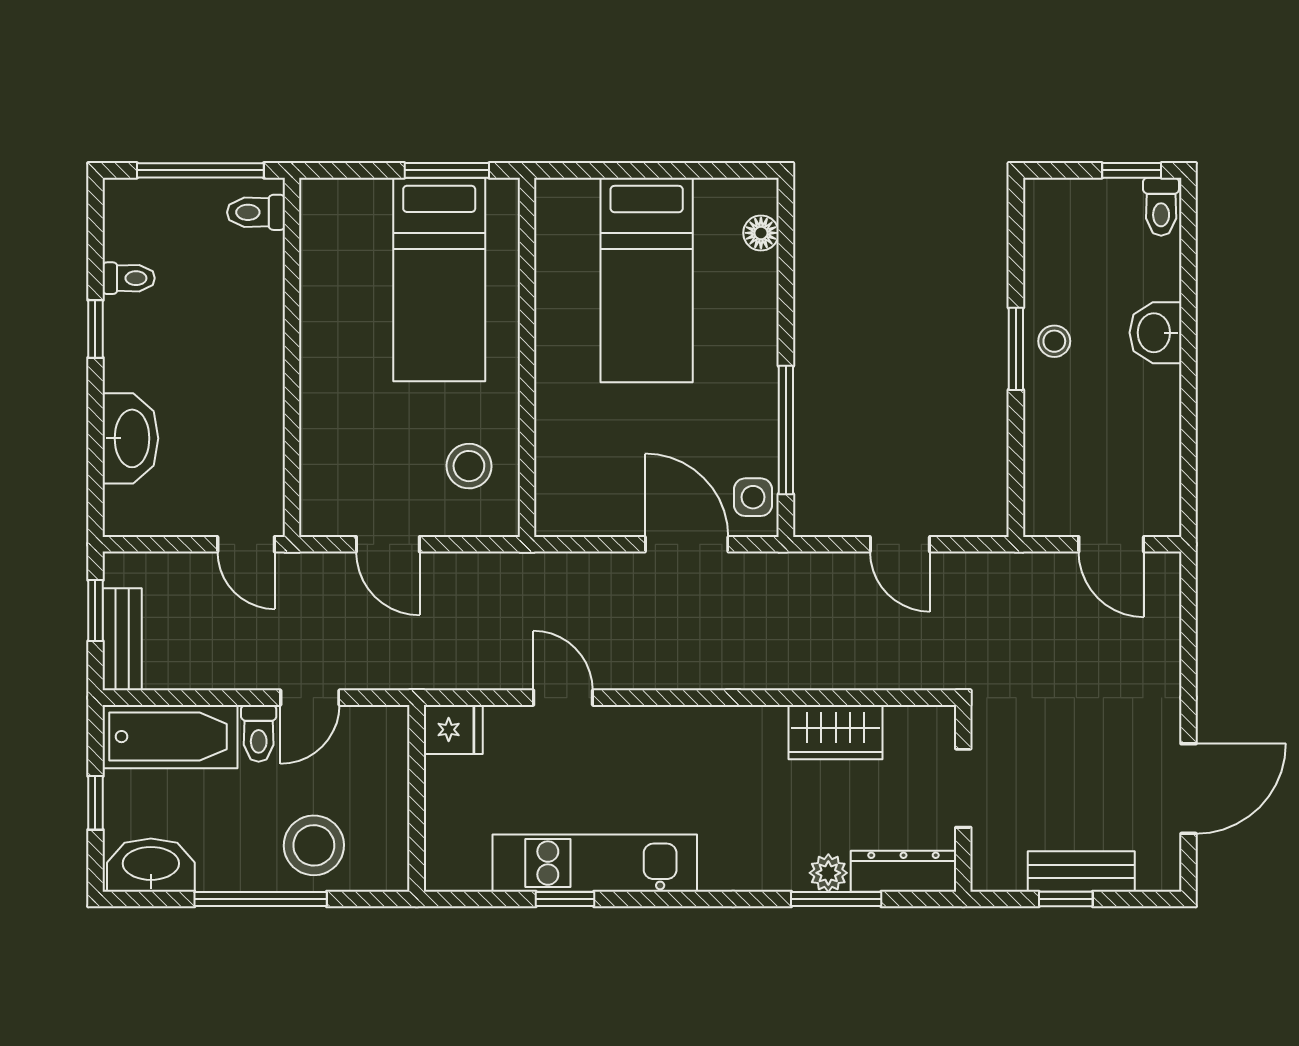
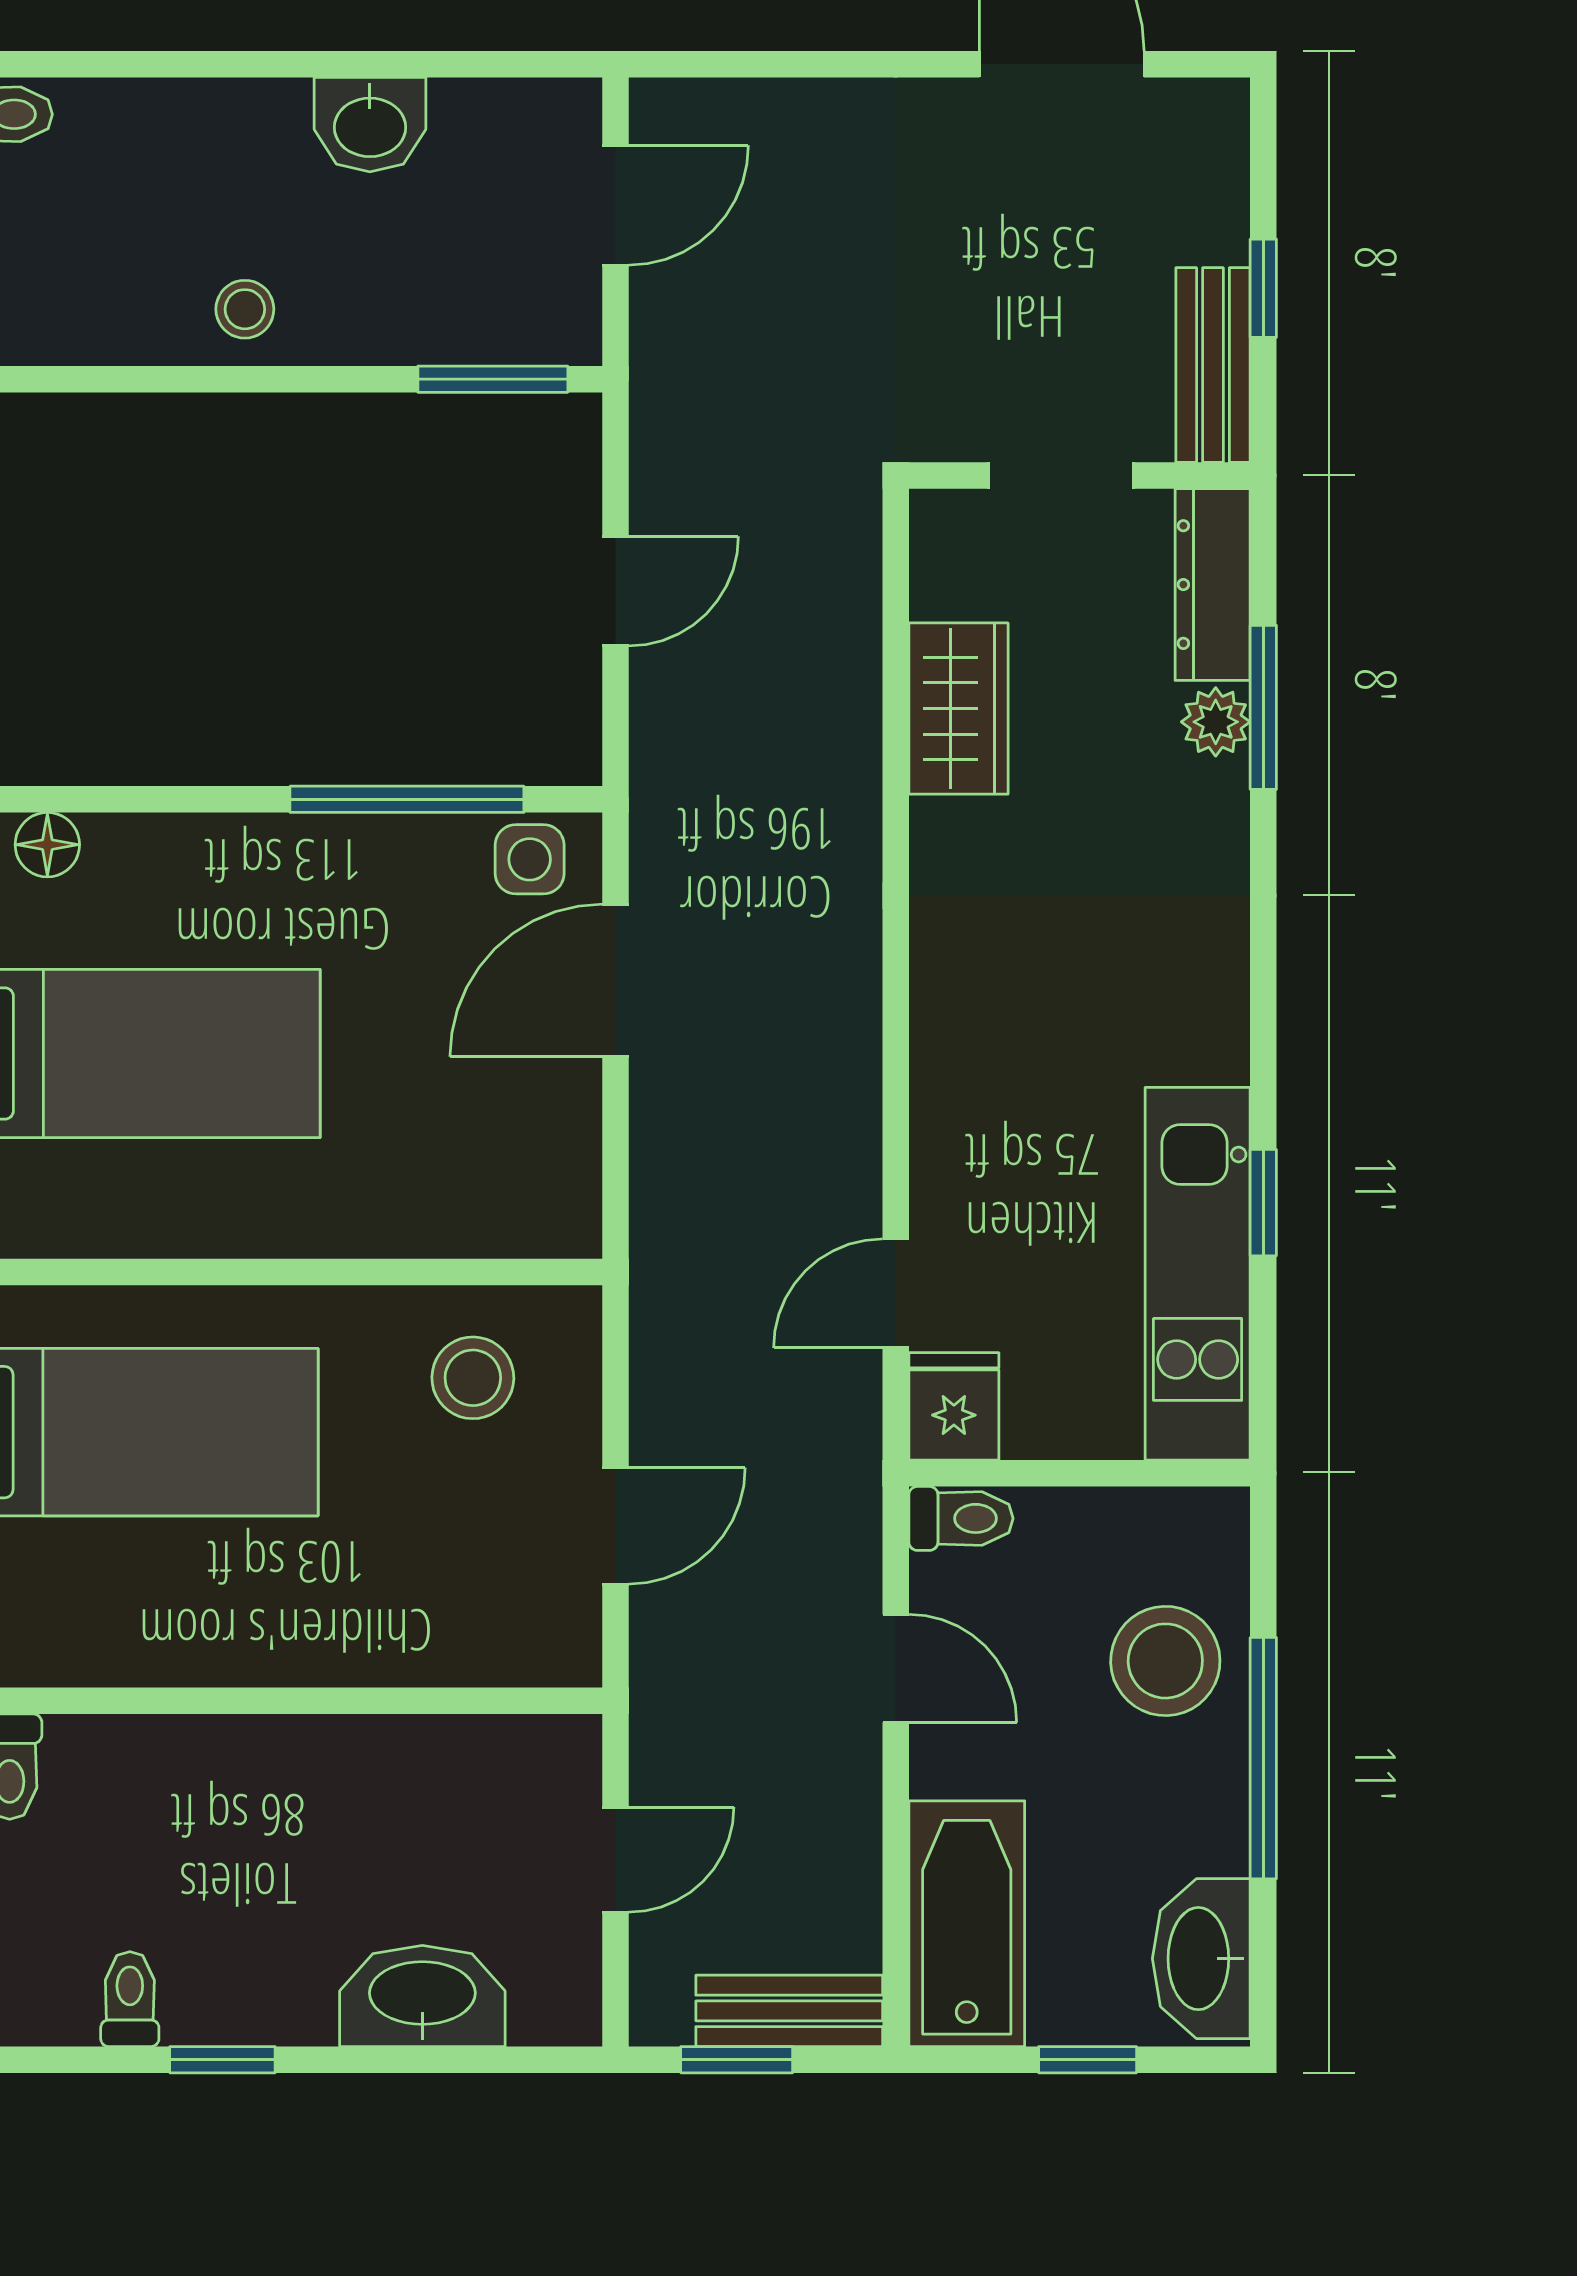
washbasin: (1155, 333) -> (370, 125), moved
window: (1016, 349) -> (493, 379), moved
door: (246, 544) -> (616, 1860), moved
door: (563, 698) -> (896, 1293), moved
toilet: (259, 733) -> (961, 1518), moved
kitchen unit: (595, 863) -> (1198, 1274), moved
bench: (1081, 871) -> (1213, 365), moved

